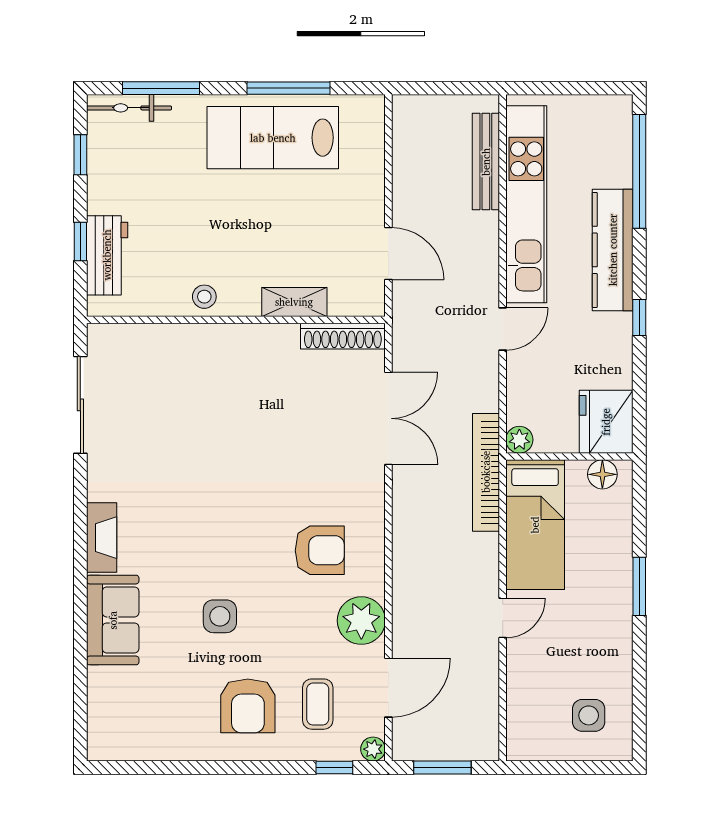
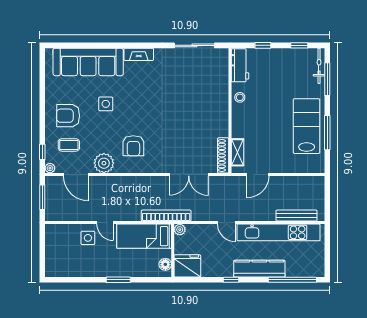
workbench: (107, 255) -> (240, 65), moved, turned -90
shelving: (294, 302) -> (238, 152), moved
sofa: (113, 620) -> (88, 62), width x1.85, depth x1.27
side table: (589, 715) -> (88, 238), moved

